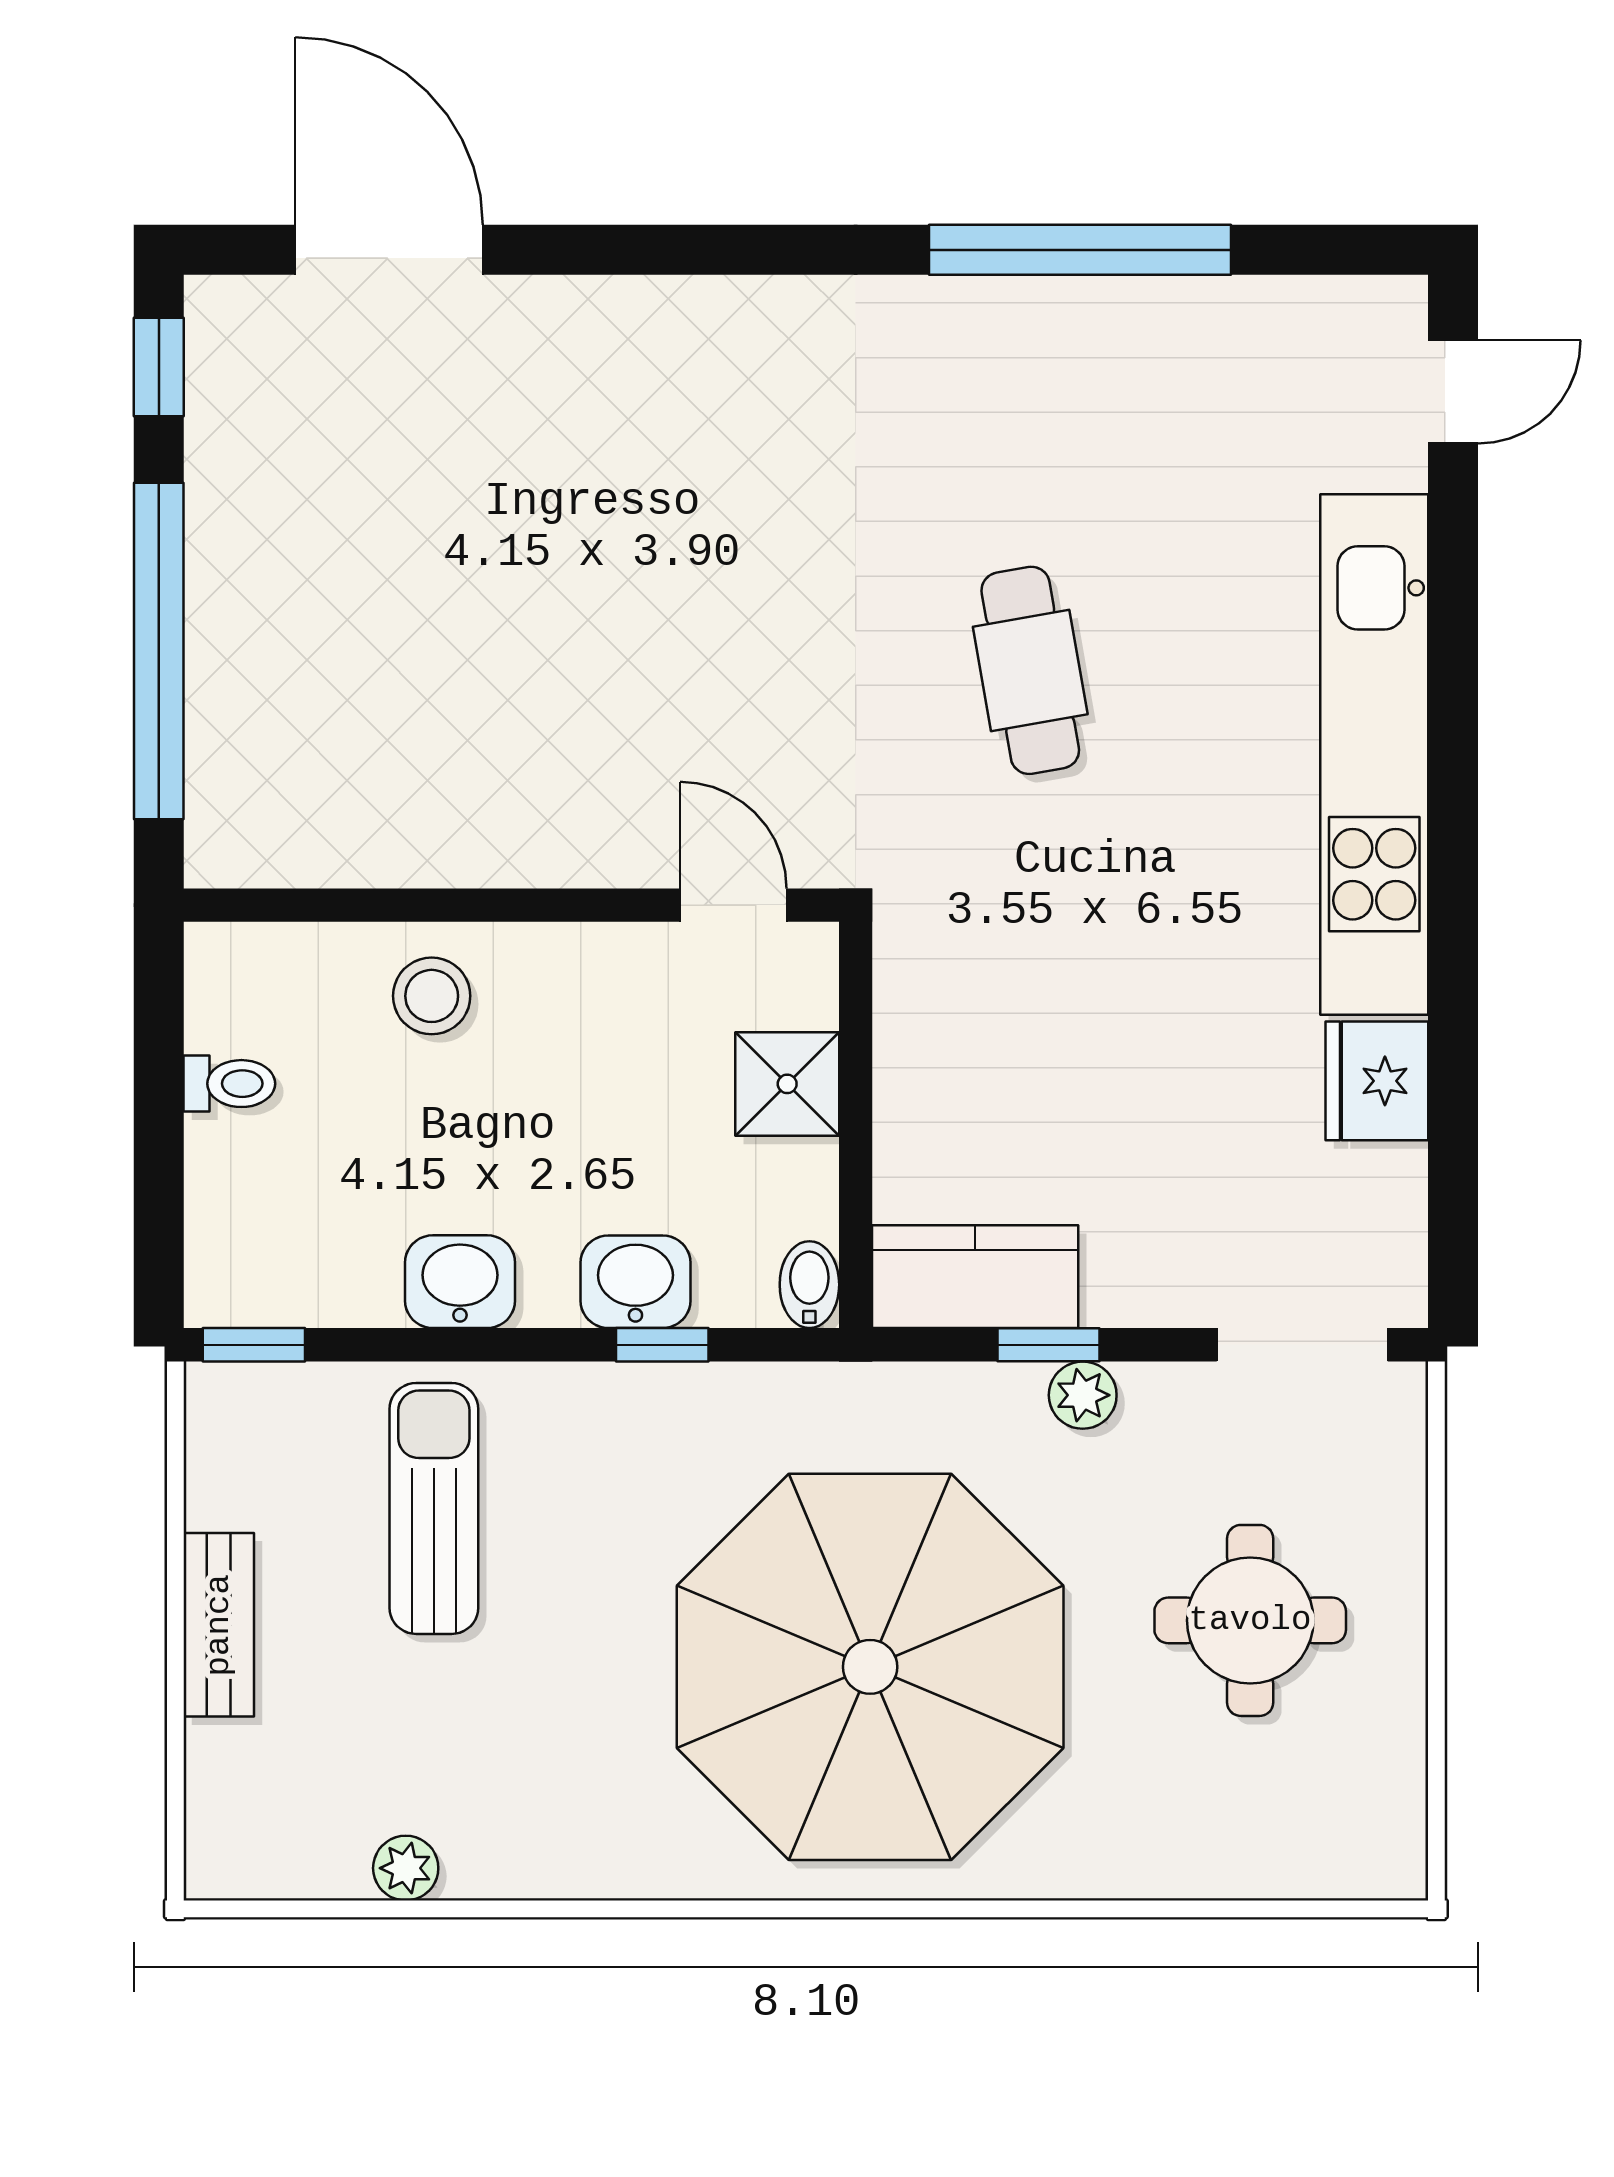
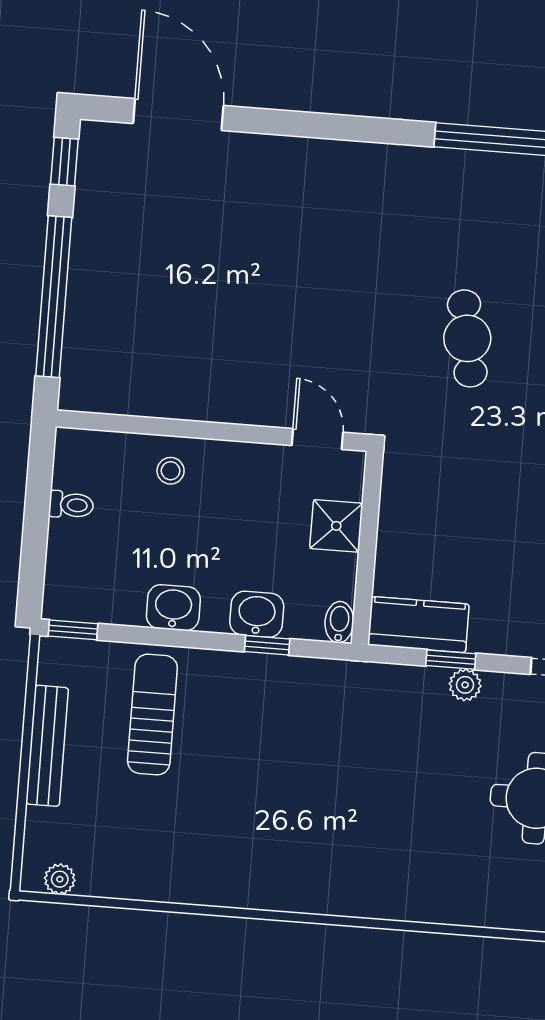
stool: (432, 996) -> (171, 471), width x0.73, depth x0.73
bench: (219, 1625) -> (47, 746), width x1.36
parasol: (870, 1667) -> (354, 806), removed
plant: (406, 1868) -> (60, 879), moved

